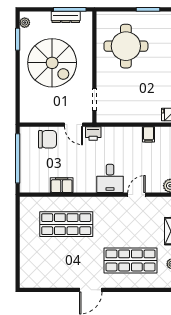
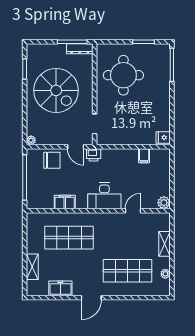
dresser: (66, 17) -> (80, 49), moved
plant: (25, 23) -> (31, 140), moved
desk: (110, 178) -> (104, 196), width x1.37
shelving: (26, 256) -> (32, 267), added
freezer: (57, 280) -> (60, 288), added

